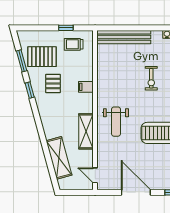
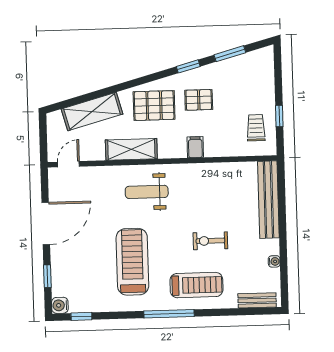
pallet: (42, 57) -> (154, 106), moved, turned 90

